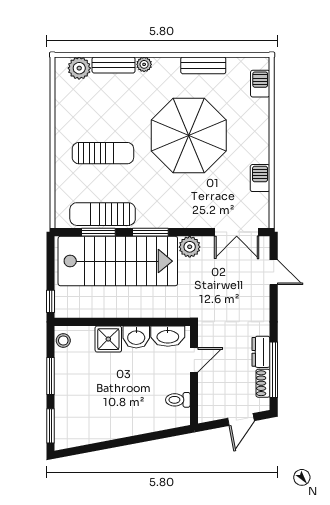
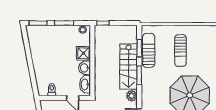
stairs: (118, 261) -> (129, 67), width x0.73, depth x0.66

